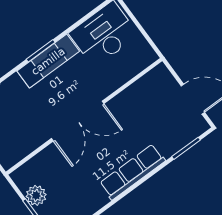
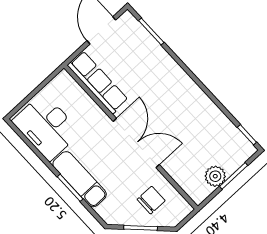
chair: (20, 129) -> (151, 200), added
row of seats: (132, 172) -> (98, 82), moved, turned 180

